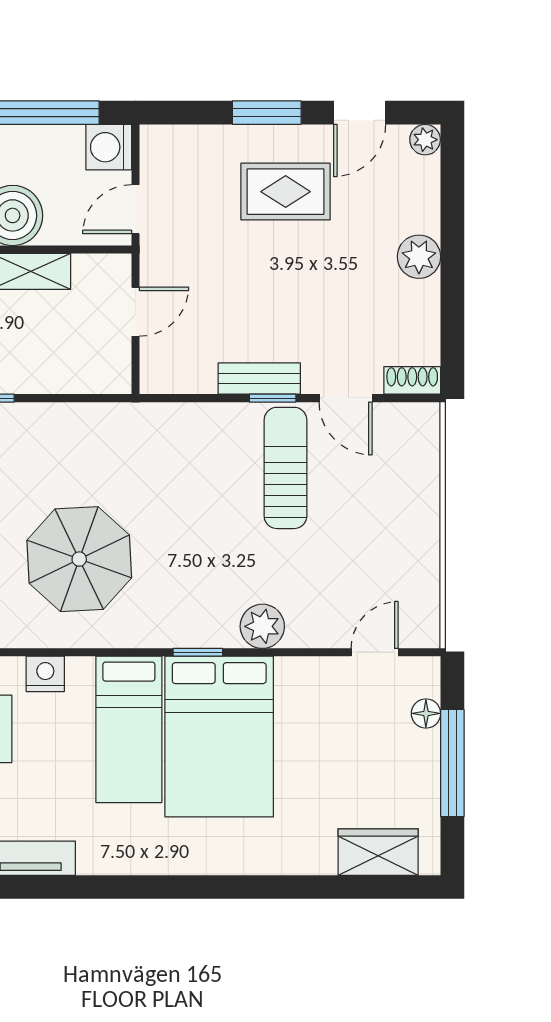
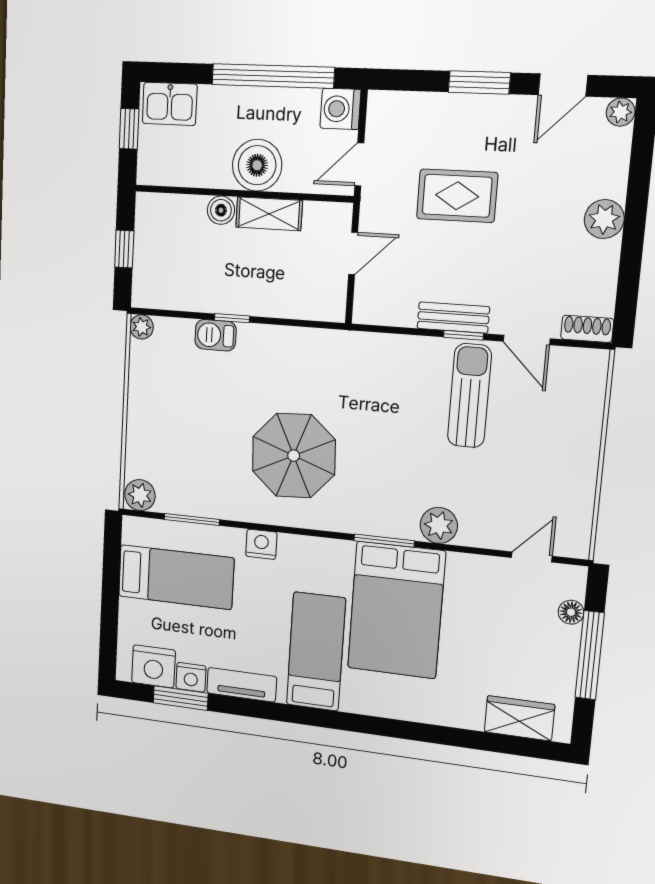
rug: (286, 192) -> (457, 196), moved
window: (198, 652) -> (384, 541), width x1.50
bed: (129, 729) -> (316, 652), moved, turned 180

